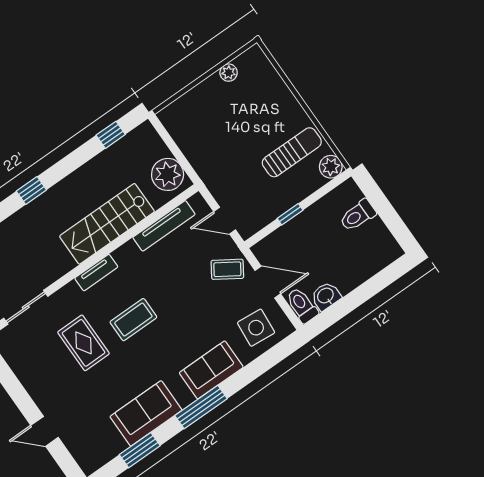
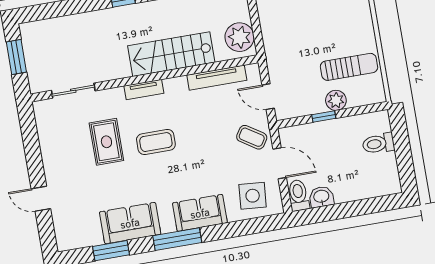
plant: (331, 167) -> (336, 100), moved

